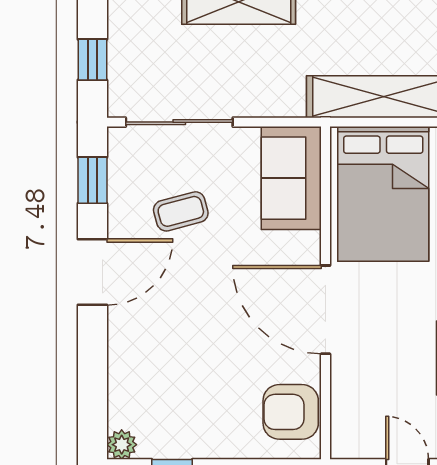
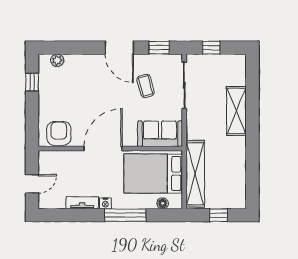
plant: (122, 445) -> (57, 60), moved

